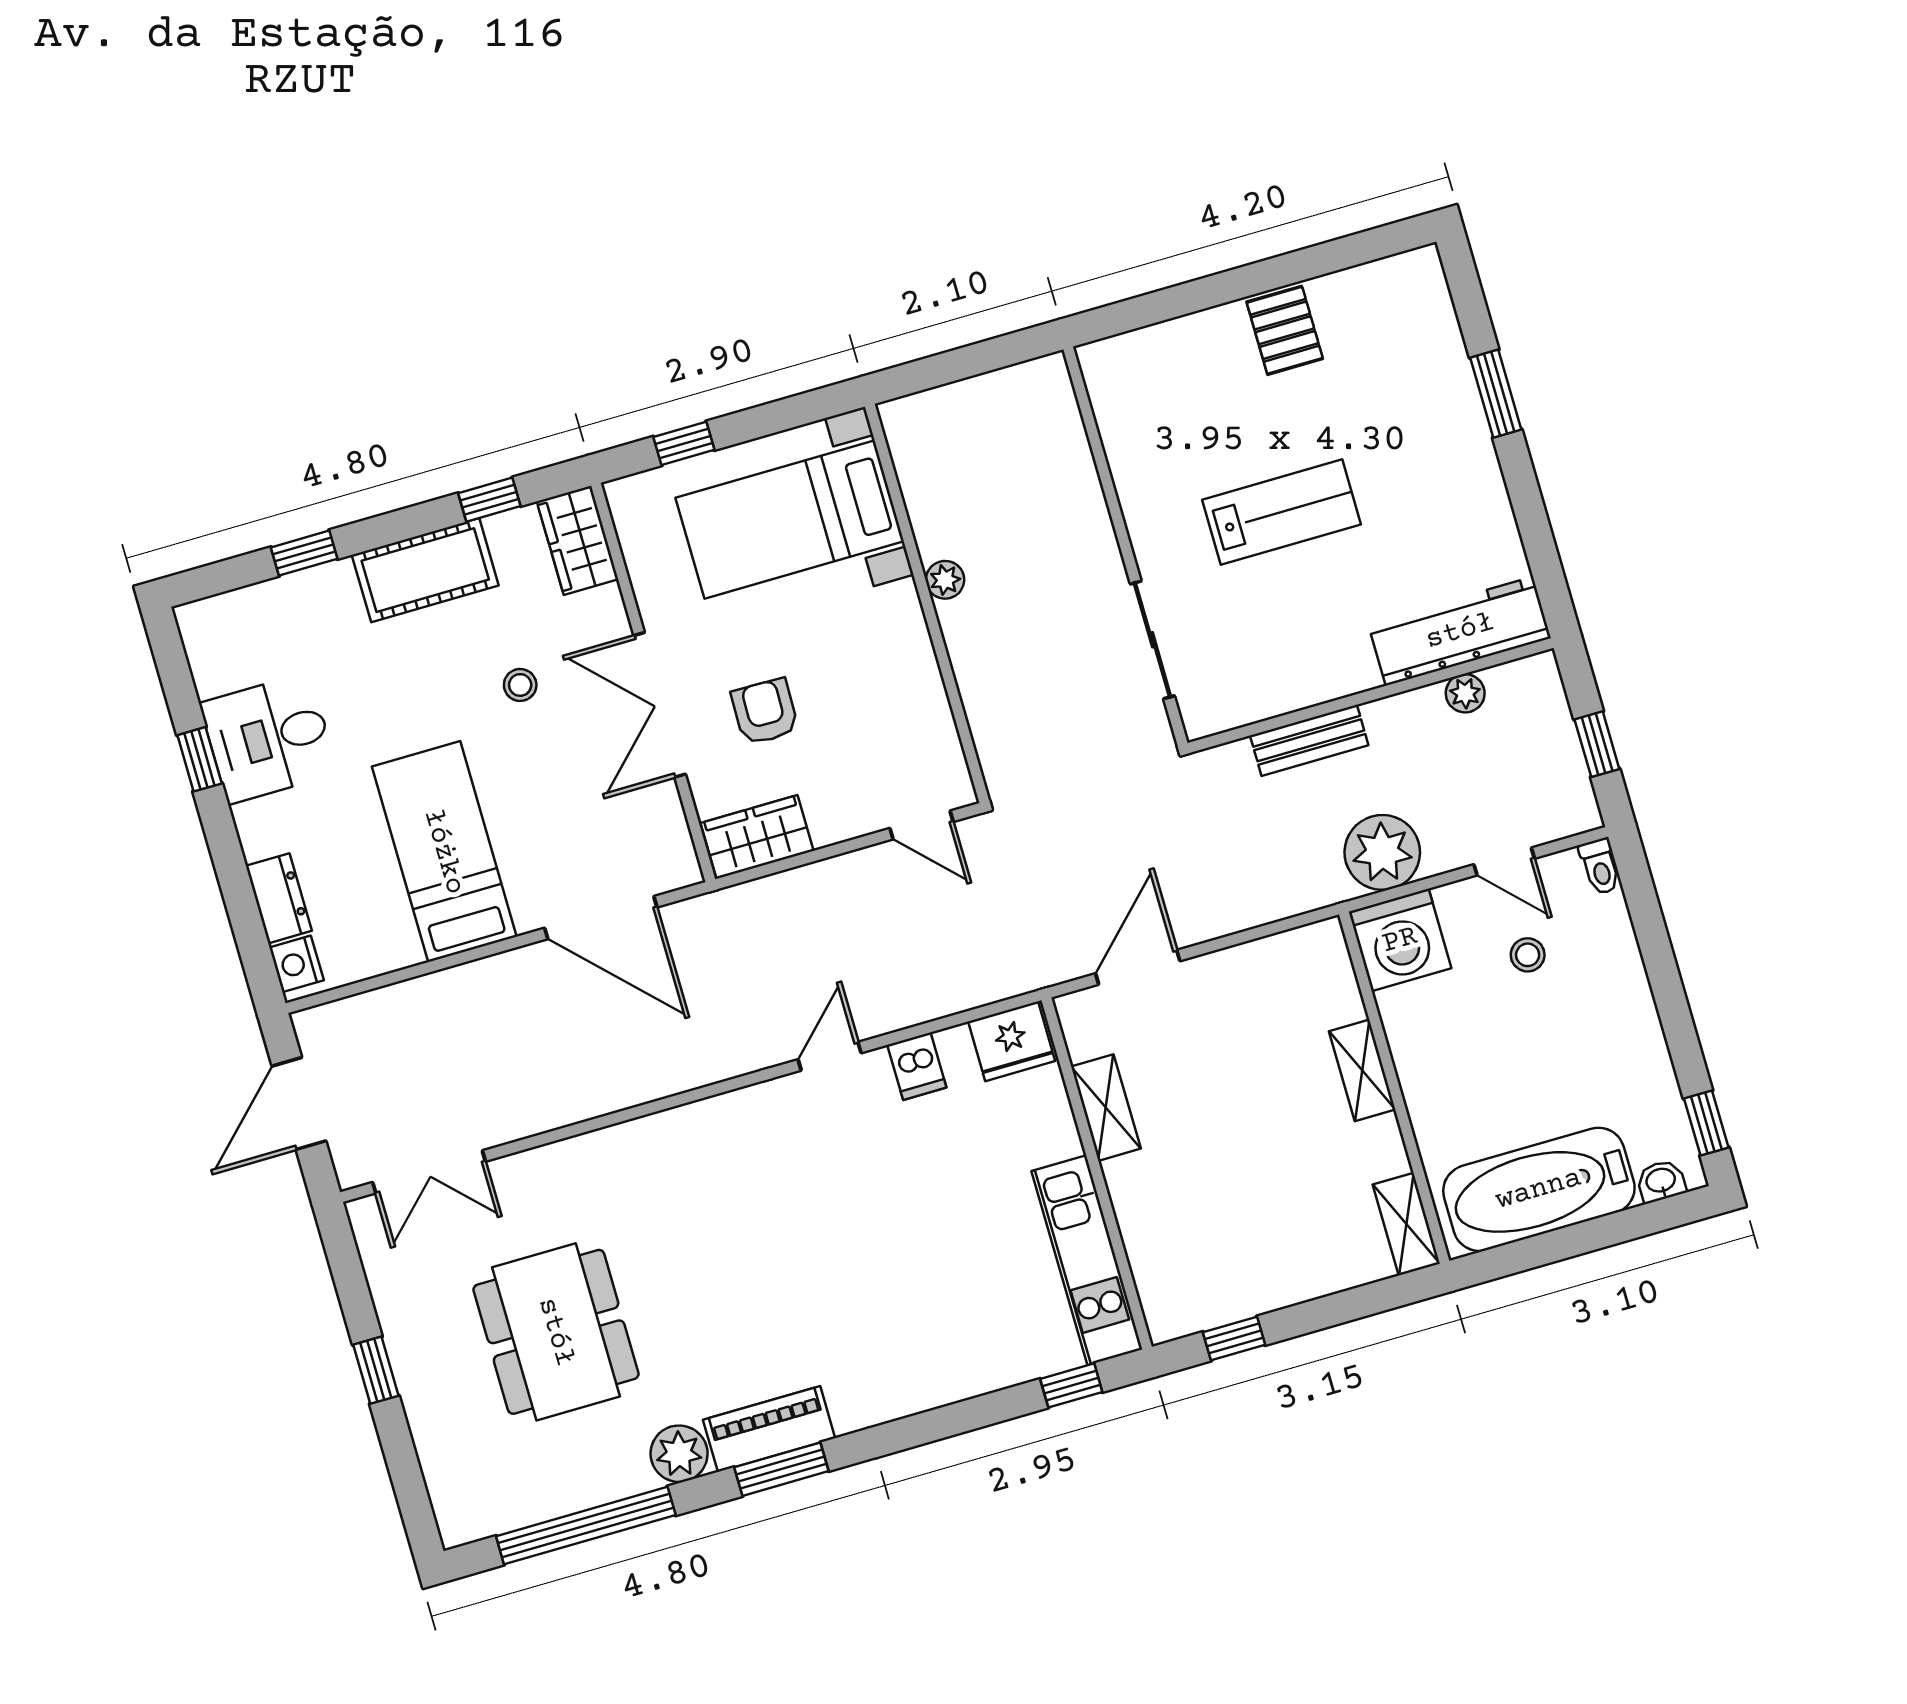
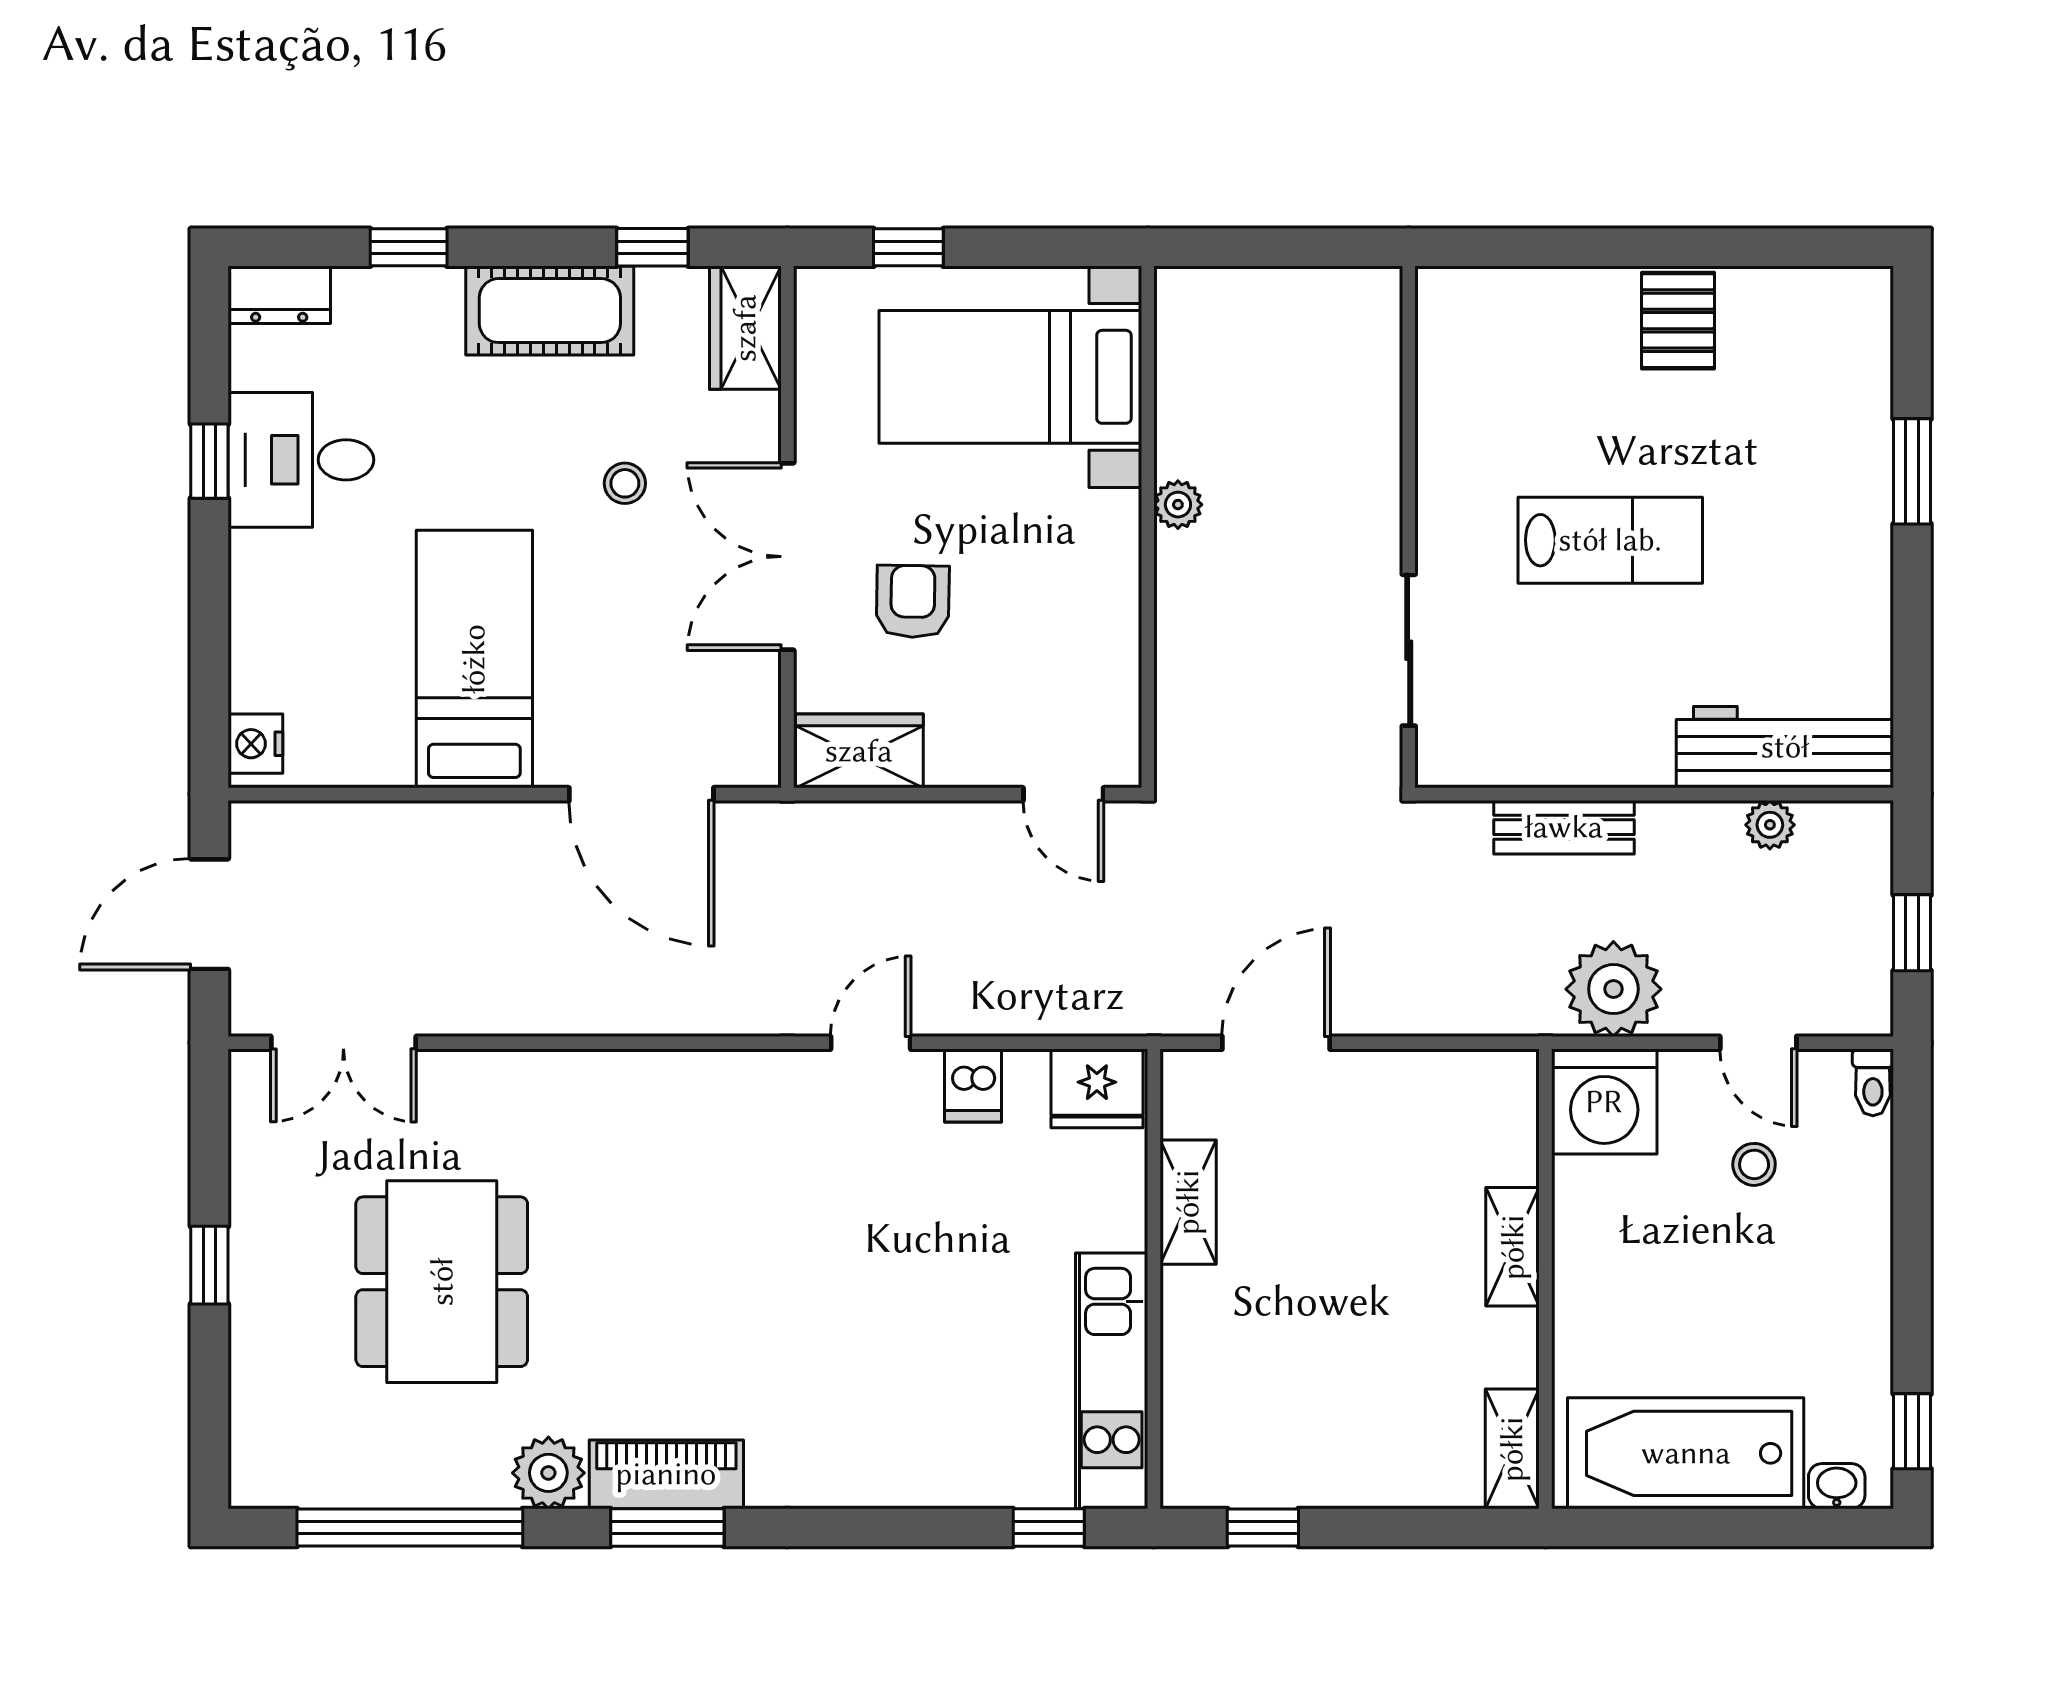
dresser: (279, 898) -> (279, 295), moved, turned 90

